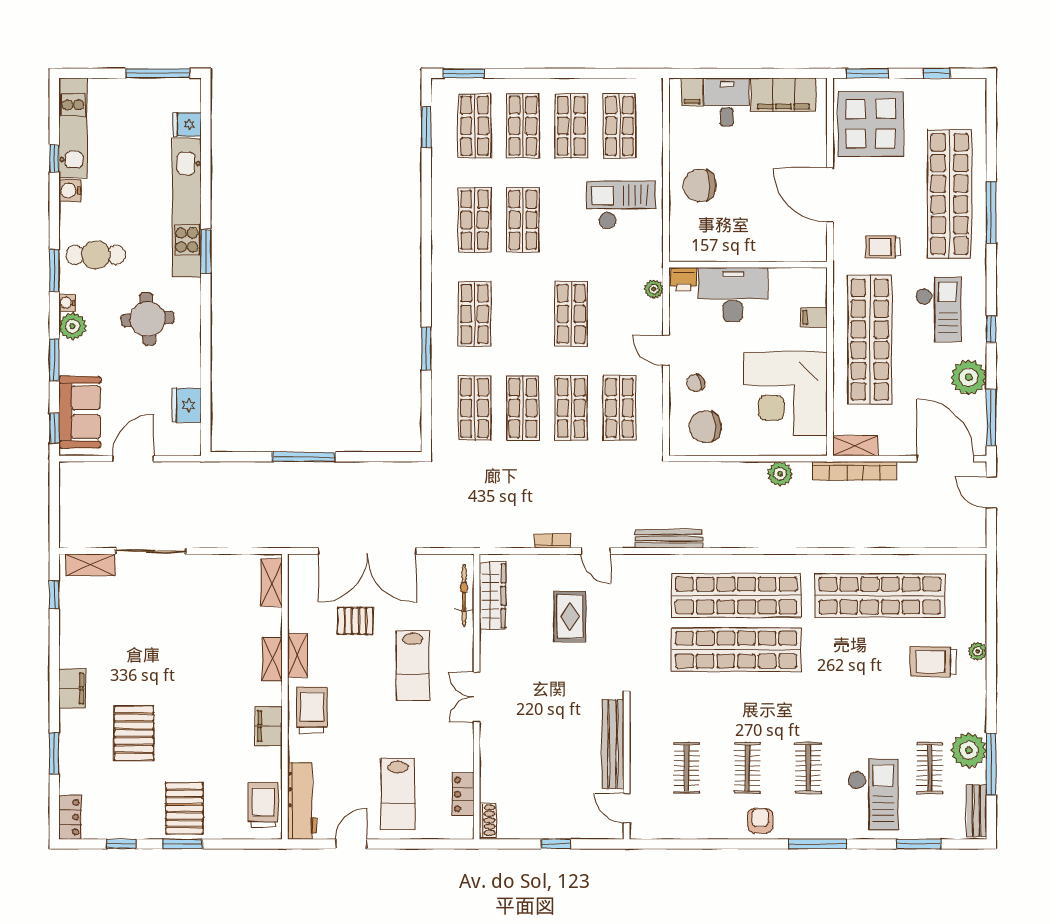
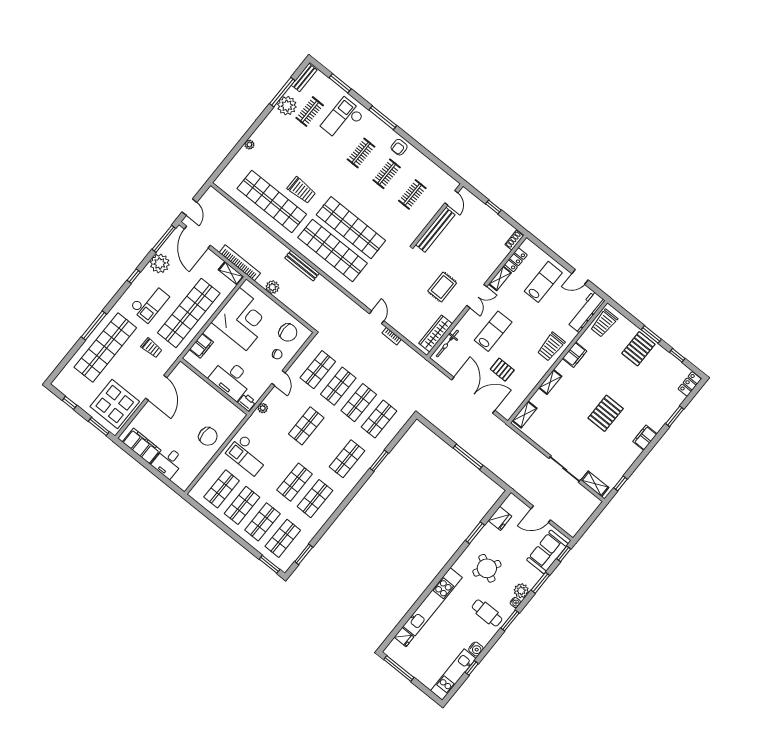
filing cabinet: (692, 92) -> (179, 478), removed
window: (206, 252) -> (475, 533), moved
checkout: (938, 309) -> (149, 303), turned 180
filing cabinet: (814, 317) -> (201, 346), width x2.00
round table: (148, 319) -> (487, 568), turned 33
bench: (669, 539) -> (302, 266), moved
rug: (570, 617) -> (442, 287), moved
shelving: (297, 655) -> (500, 278), moved
trolley: (933, 662) -> (301, 190), moved
pallet: (134, 733) -> (606, 413), moved

